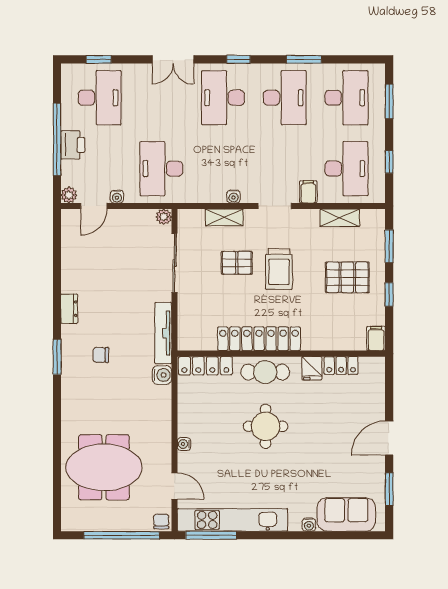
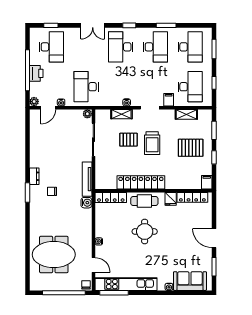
dresser: (69, 309) -> (34, 176), moved
locker: (341, 366) -> (192, 197), width x1.53
door: (389, 438) -> (214, 238), hinge flipped

